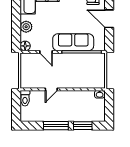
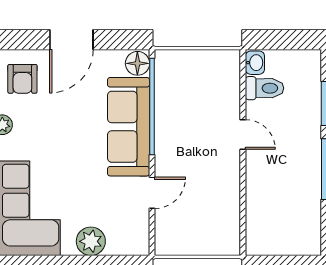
floor lamp: (25, 46) -> (137, 63), moved
door: (51, 89) -> (243, 134), moved
toilet: (25, 98) -> (265, 88), moved

